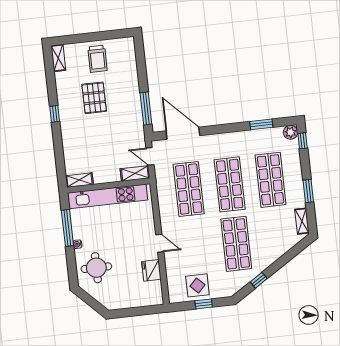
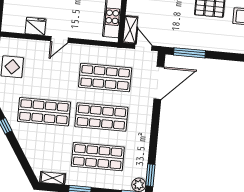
window: (261, 124) -> (150, 175), moved
door: (150, 156) -> (143, 47), hinge flipped

